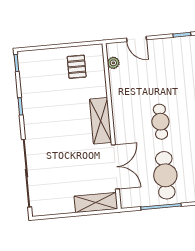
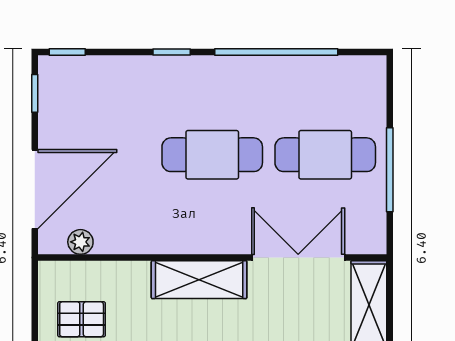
door: (136, 39) -> (35, 189), width x1.88
cafe table: (160, 122) -> (212, 155), width x1.37, depth x1.35

